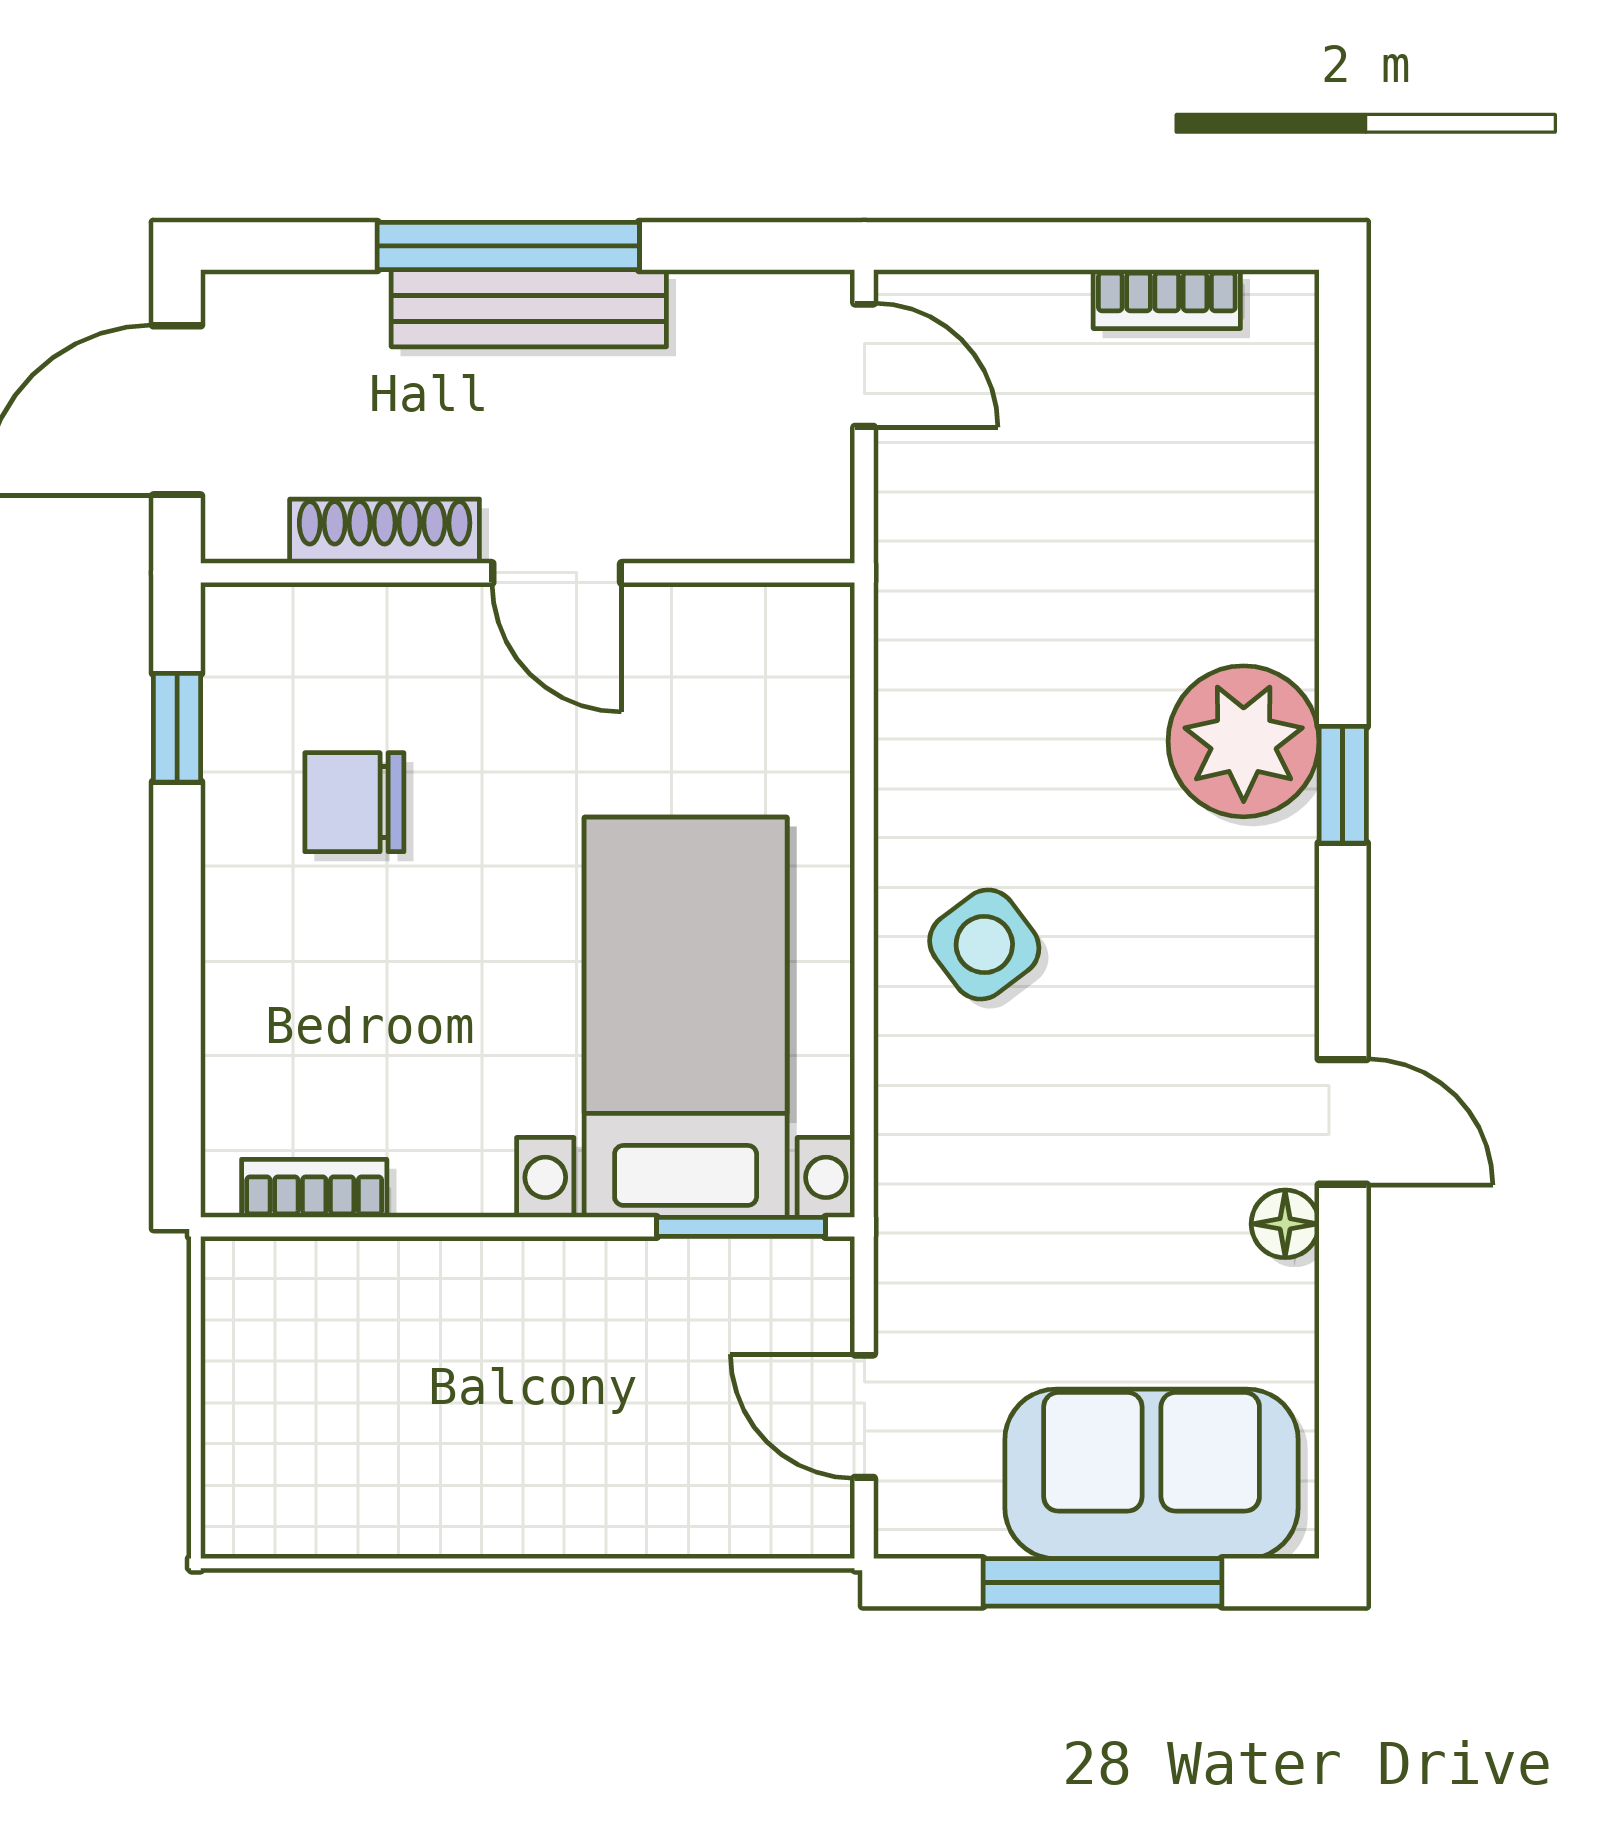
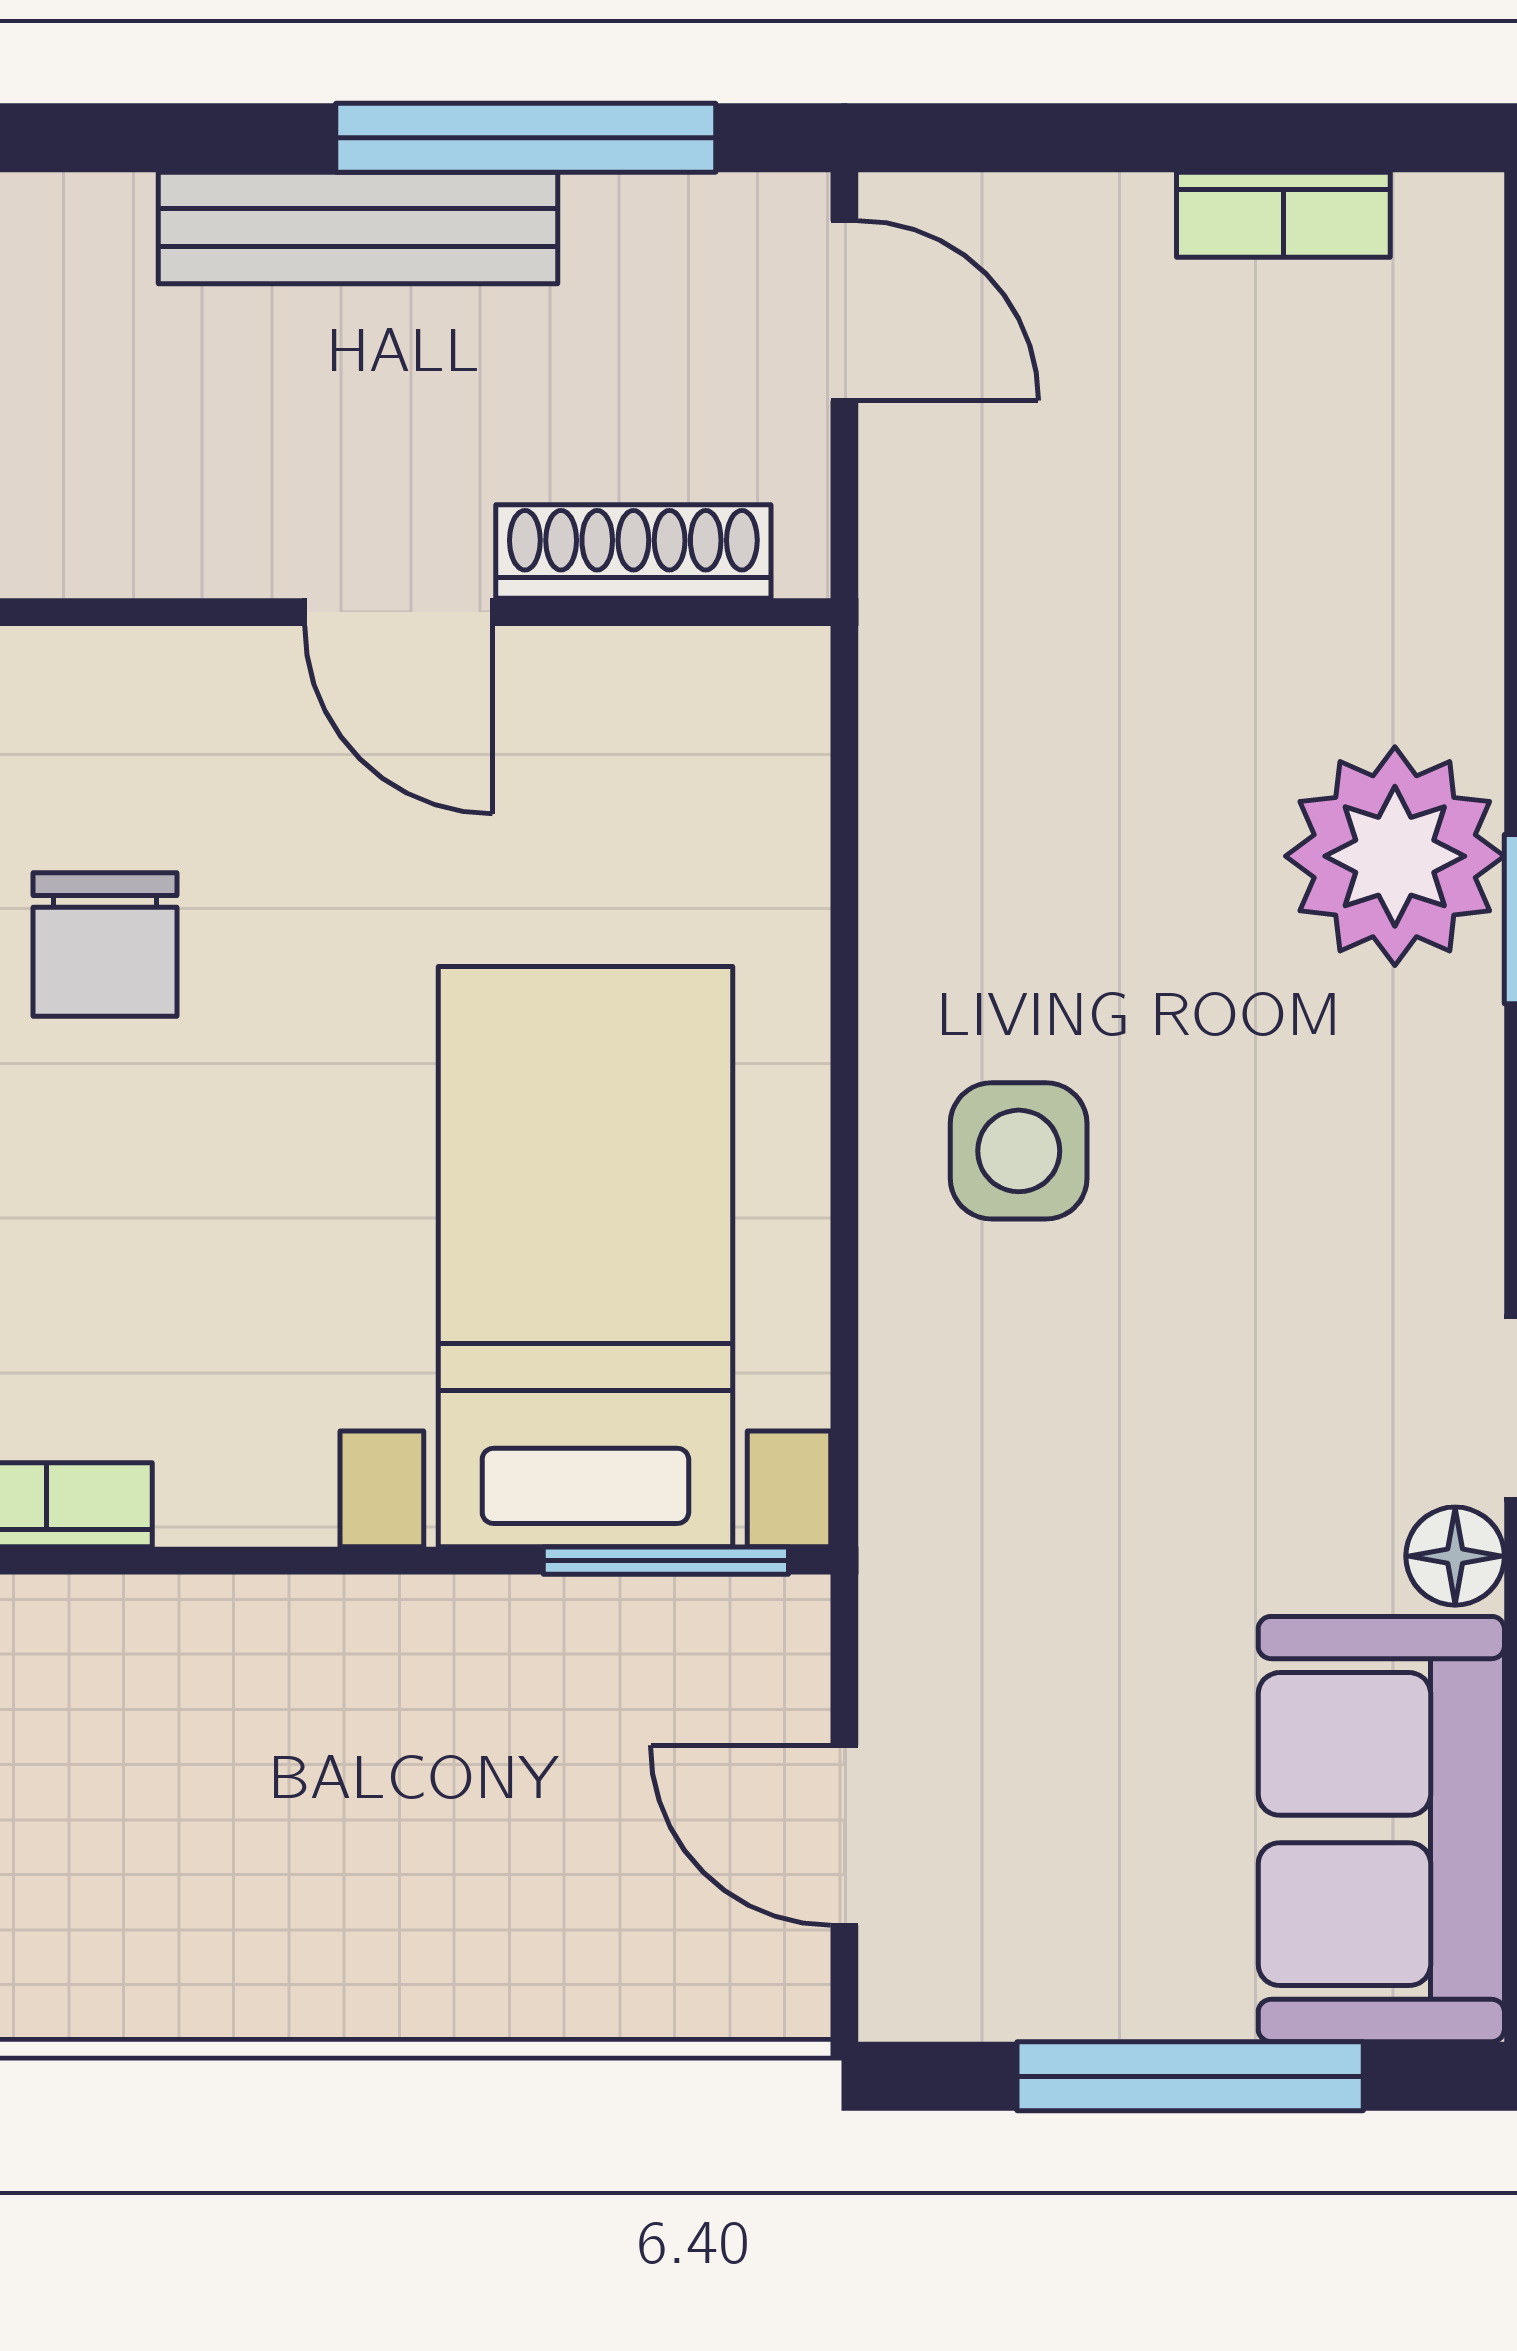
window: (508, 246) -> (526, 138), moved
shoe rack: (385, 531) -> (633, 551), moved
chair: (354, 802) -> (105, 944), turned -90
side table: (984, 945) -> (1019, 1151), turned 37
sofa: (1152, 1474) -> (1381, 1829), moved, turned -90

